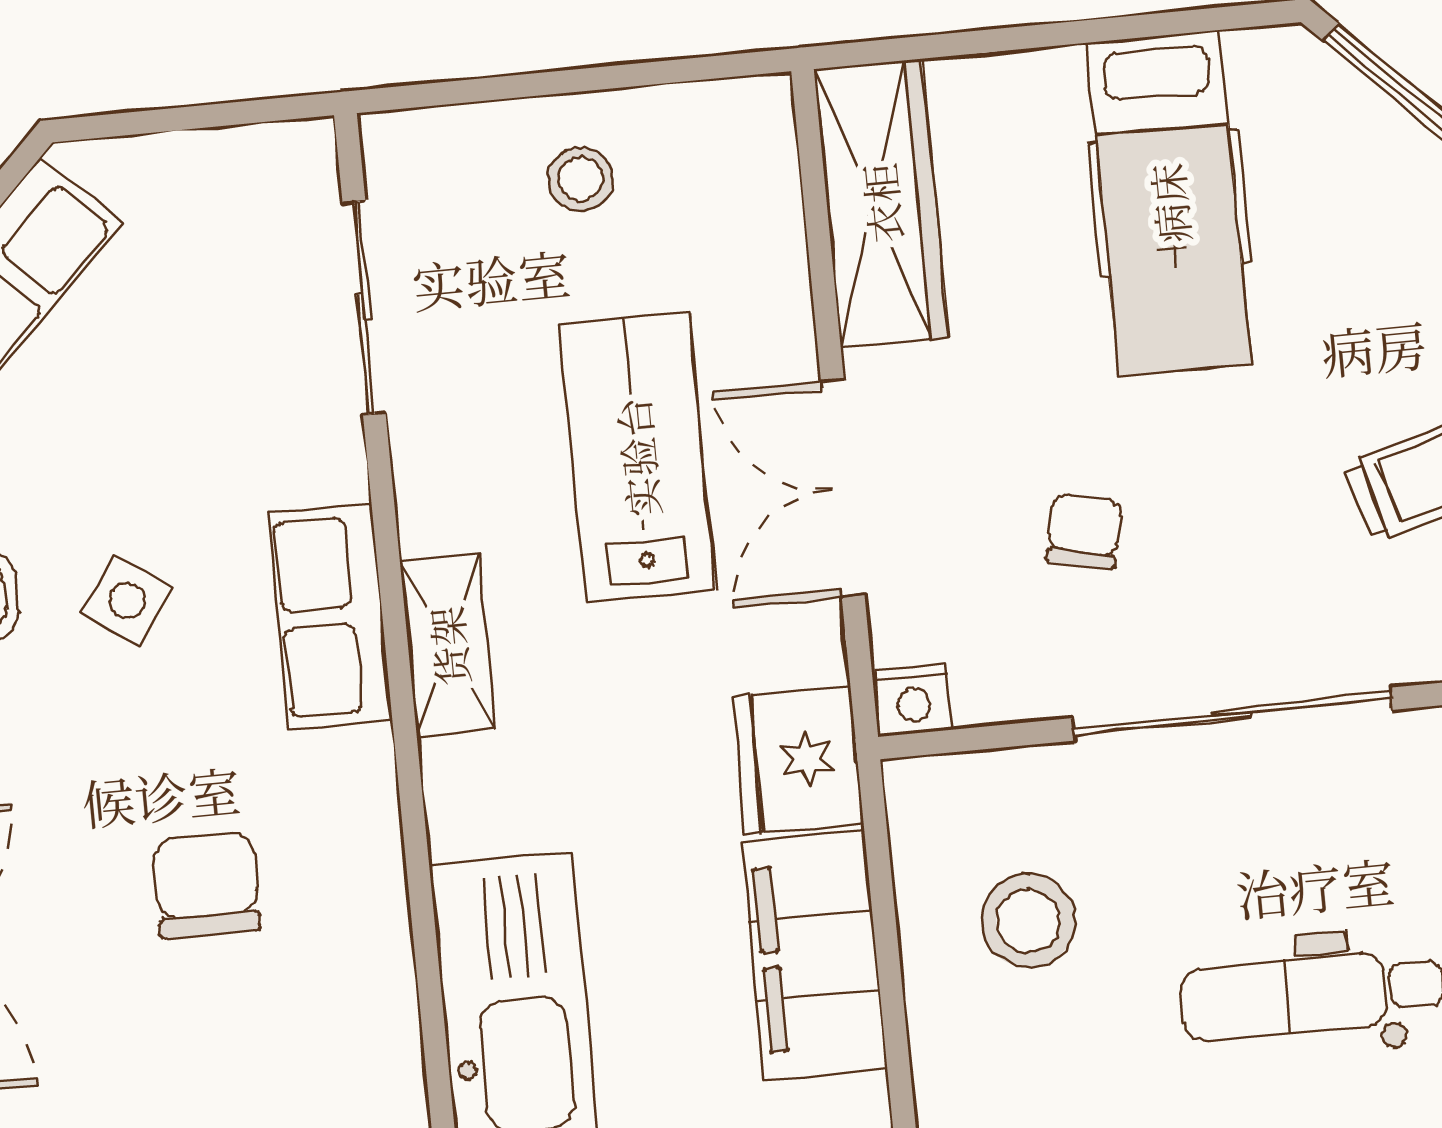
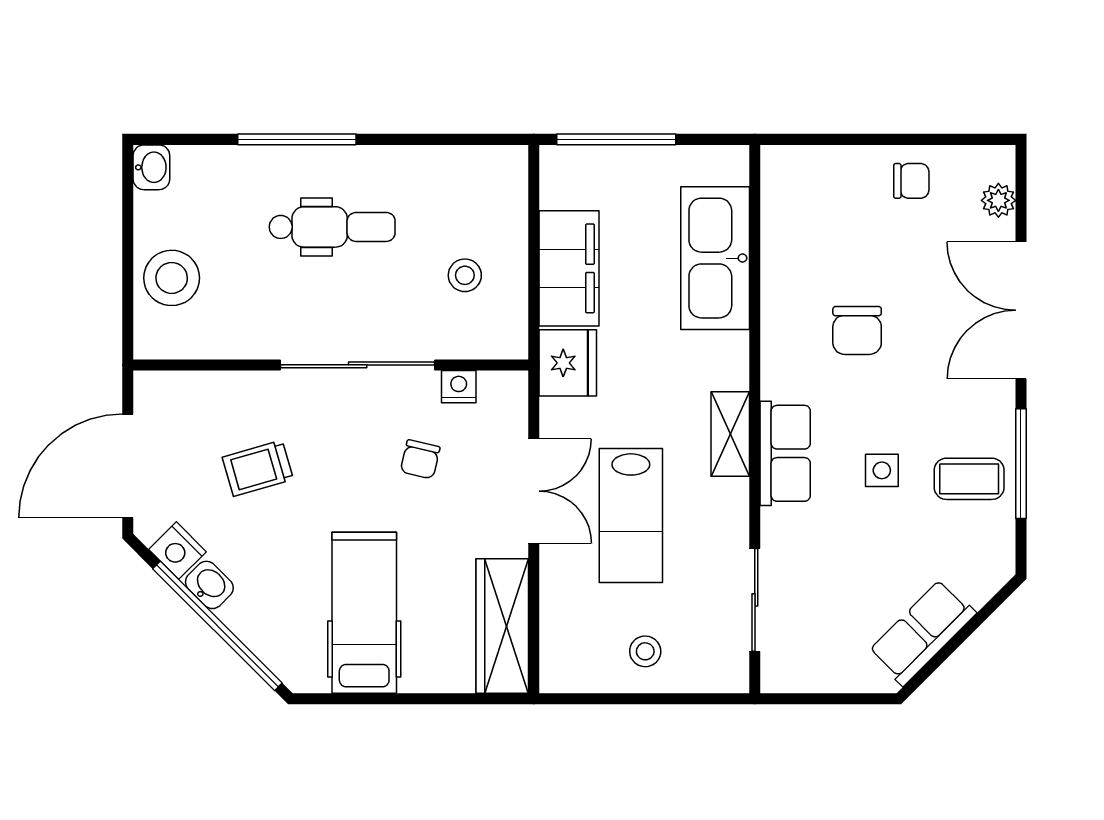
side table: (127, 600) -> (882, 470), turned -36
nightstand: (913, 700) -> (459, 387), moved
stool: (1028, 921) -> (465, 275), width x0.73, depth x0.73

